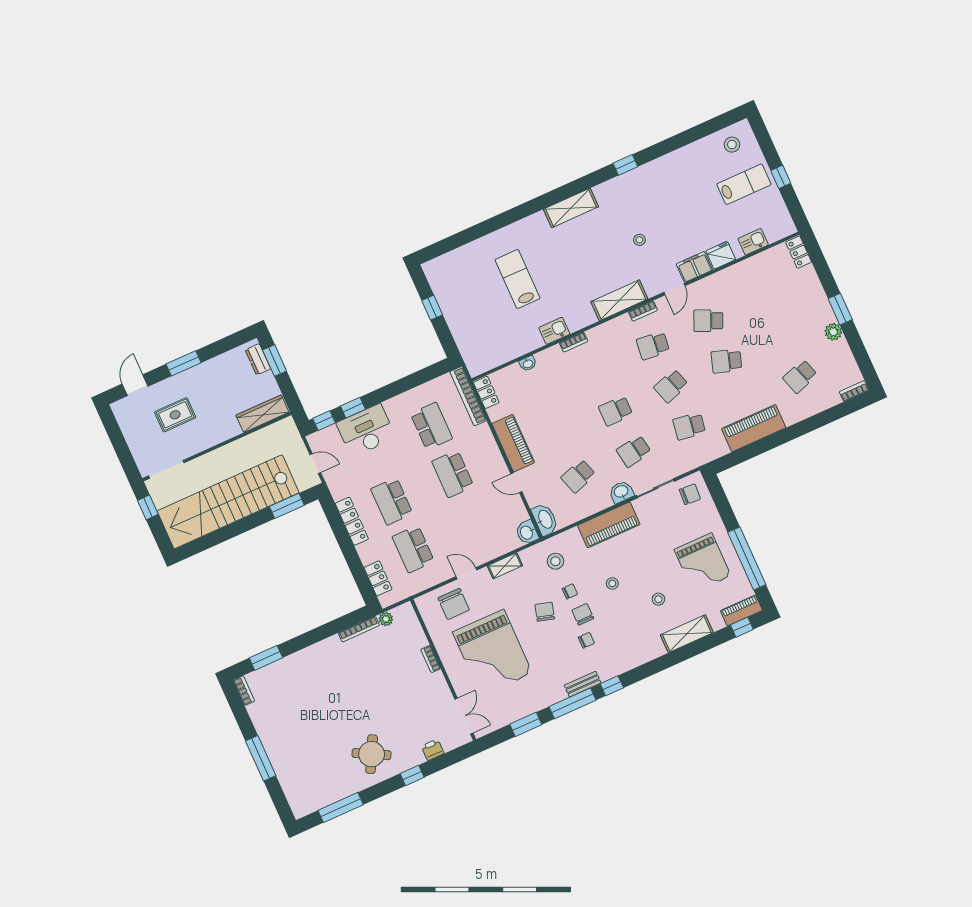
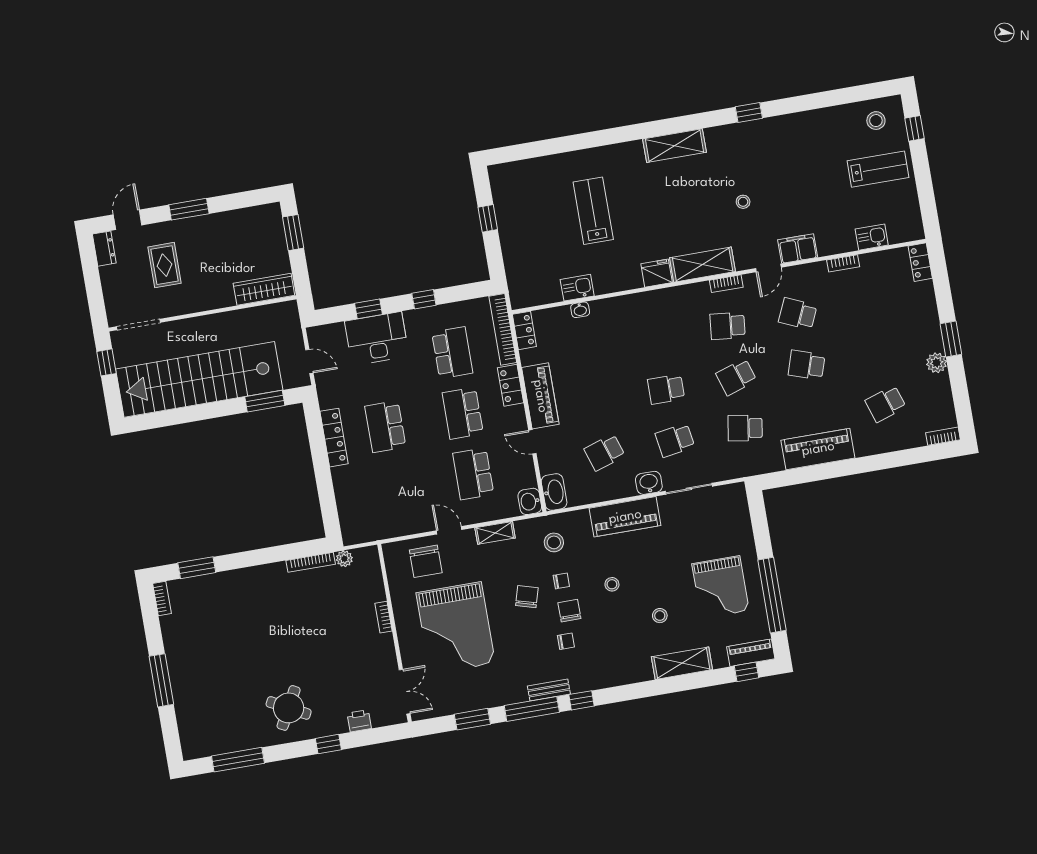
window: (781, 177) -> (915, 128), moved
fridge: (721, 255) -> (657, 273), moved
kitchen sink: (554, 331) -> (577, 288), moved
bookcase: (574, 342) -> (843, 263), moved
dresser: (258, 359) -> (104, 249), moved, turned 180
rug: (175, 415) -> (164, 265), turned 90
window: (324, 421) -> (424, 299), moved
chair: (690, 494) -> (726, 506), removed
school desk: (413, 549) -> (473, 474), moved
locker: (378, 578) -> (511, 385), moved, turned 180

